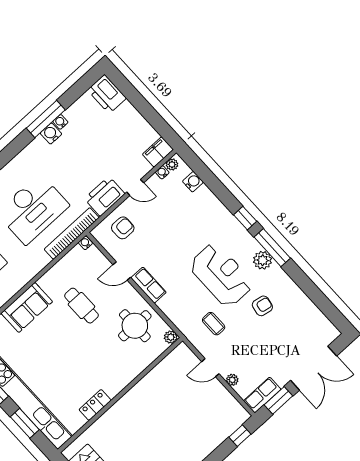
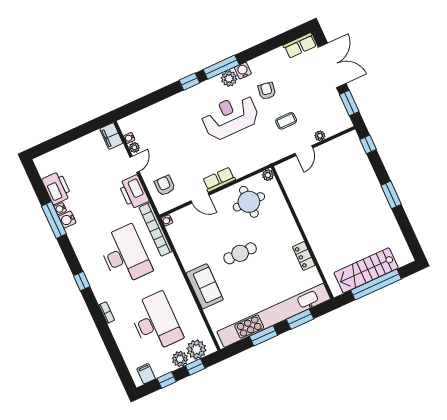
printer: (107, 94) -> (57, 188), moved, turned -90
plant: (172, 164) -> (134, 147), moved
water cooler: (193, 182) -> (243, 71), moved
door: (122, 271) -> (200, 198), hinge flipped
cafe table: (81, 306) -> (240, 253), moved
coffee table: (214, 324) -> (286, 121), moved
row of seats: (262, 395) -> (300, 45), moved, turned -90

